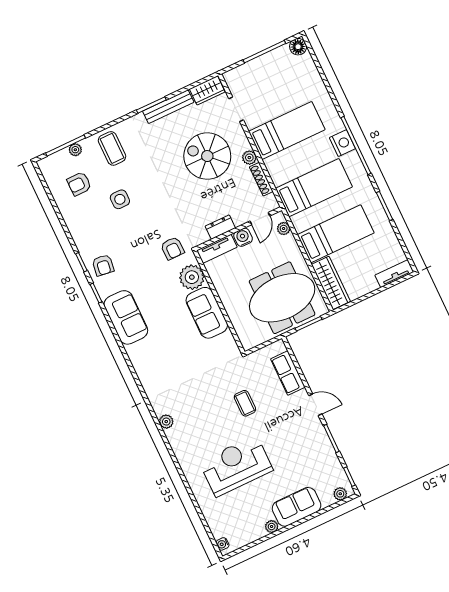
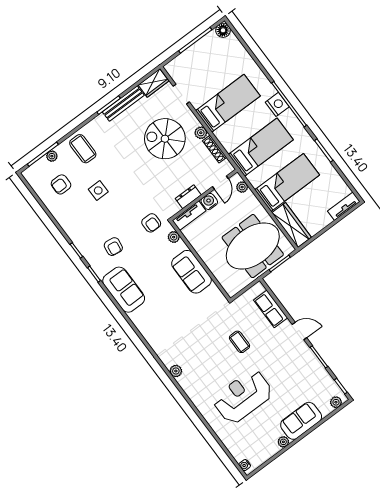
armchair: (103, 265) -> (113, 247), moved
plant: (192, 277) -> (174, 237), width x0.53, depth x0.53

